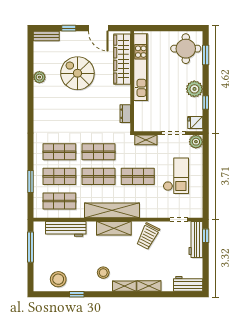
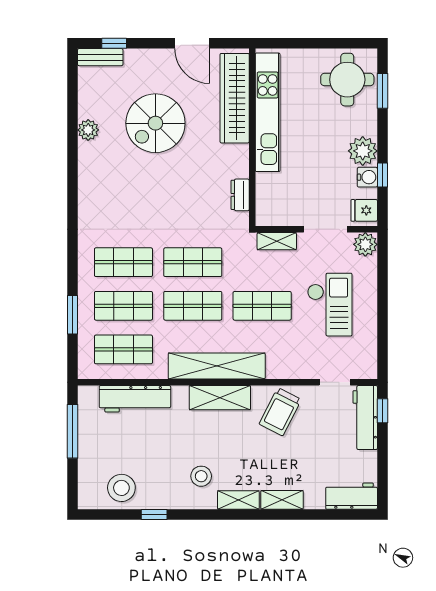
window: (69, 28) -> (114, 43), moved
spiral stairs: (77, 73) -> (155, 123), turned -90
water cooler: (197, 104) -> (367, 177), added

